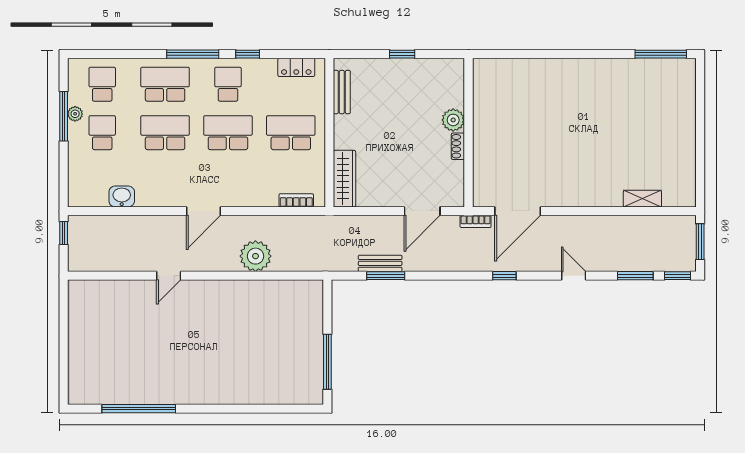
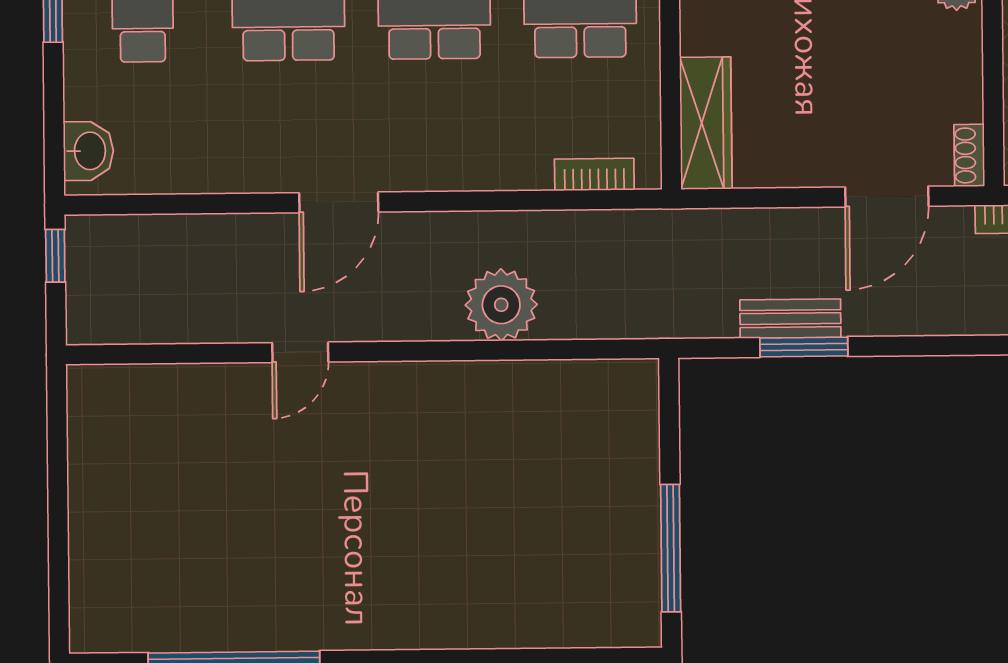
shoe rack: (458, 146) -> (969, 155), moved
washbasin: (122, 196) -> (88, 151), moved, turned 90
door: (203, 211) -> (339, 202), moved

